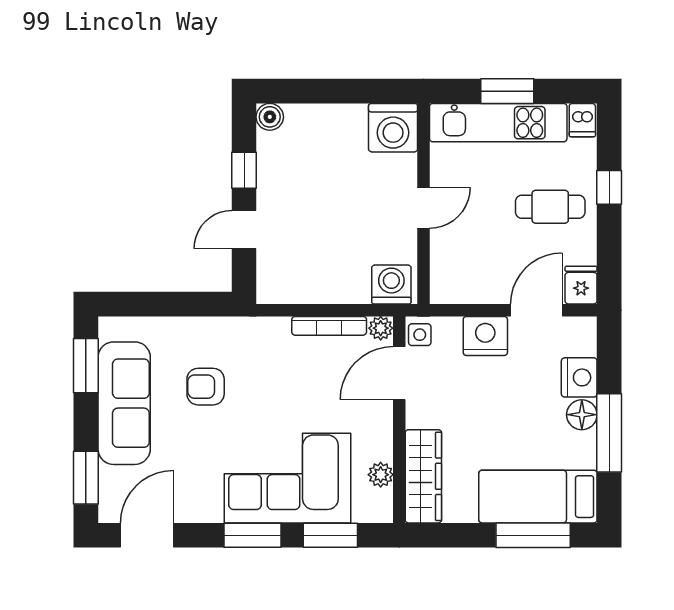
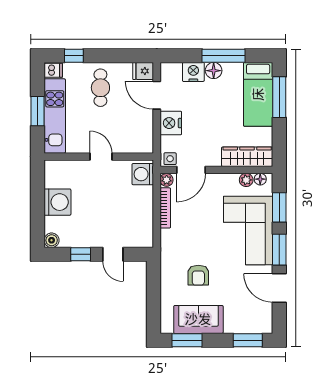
washing machine: (393, 128) -> (57, 202), moved
window: (609, 187) -> (74, 56), moved
door: (399, 373) -> (191, 170), hinge flipped
sofa: (124, 403) -> (198, 319), width x0.73
floor lamp: (382, 501) -> (260, 179), added
door: (147, 535) -> (279, 288), moved

